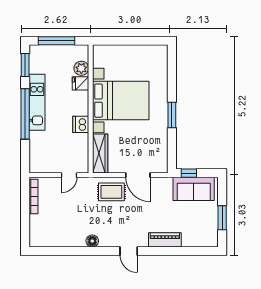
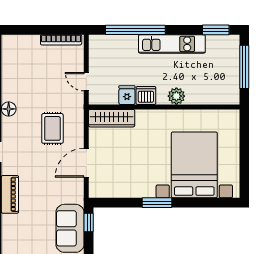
plant: (81, 68) -> (176, 96), moved
fridge: (80, 83) -> (127, 95), moved
bed with nightstands: (121, 101) -> (194, 165), moved, turned 180
window: (25, 114) -> (135, 30), moved
rug: (111, 192) -> (52, 128), moved

